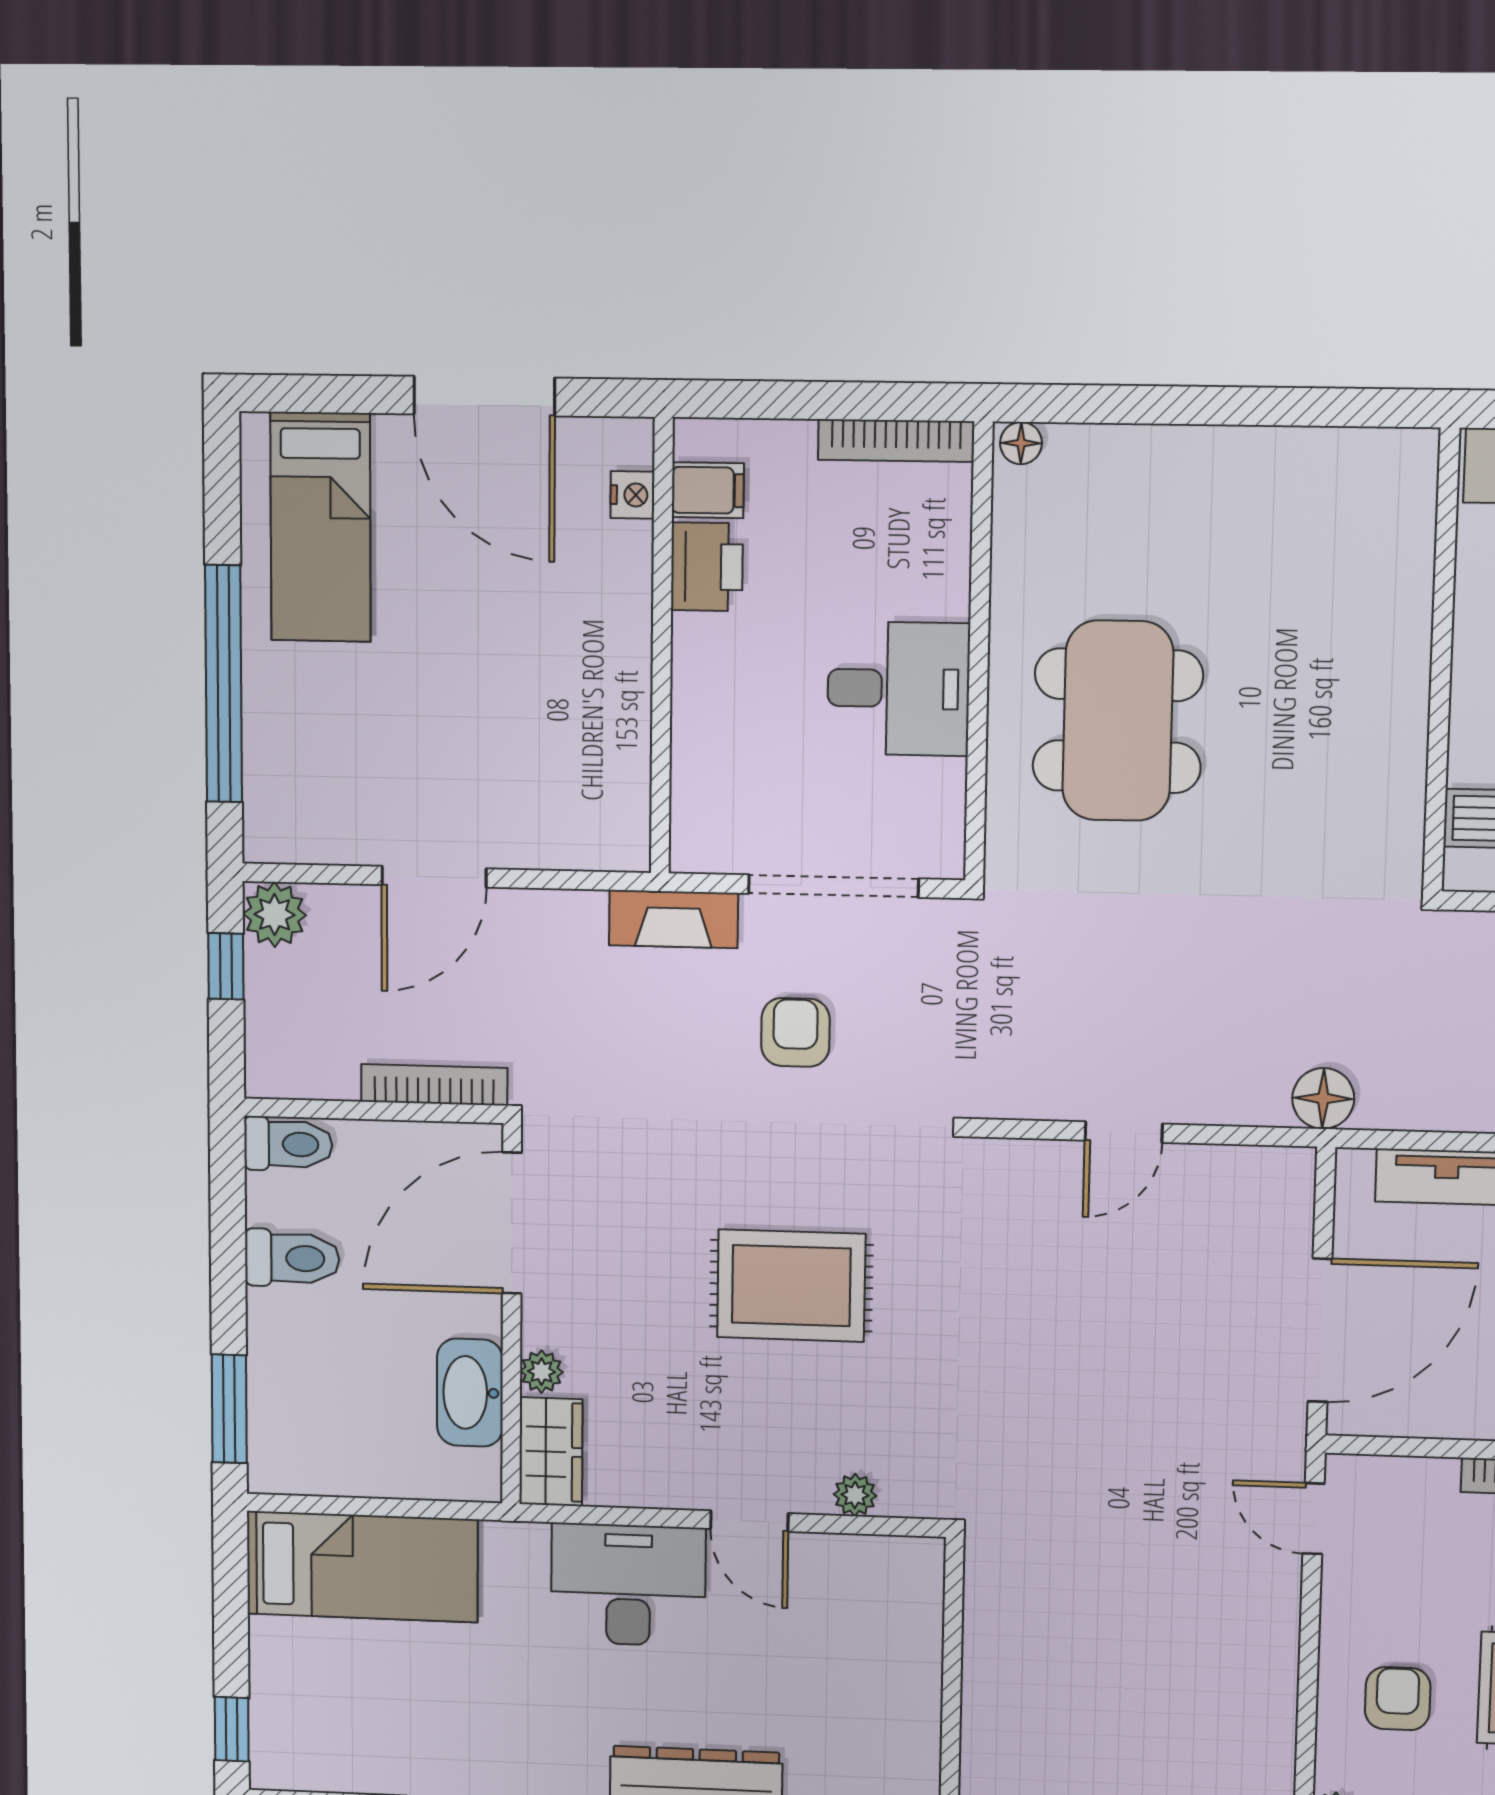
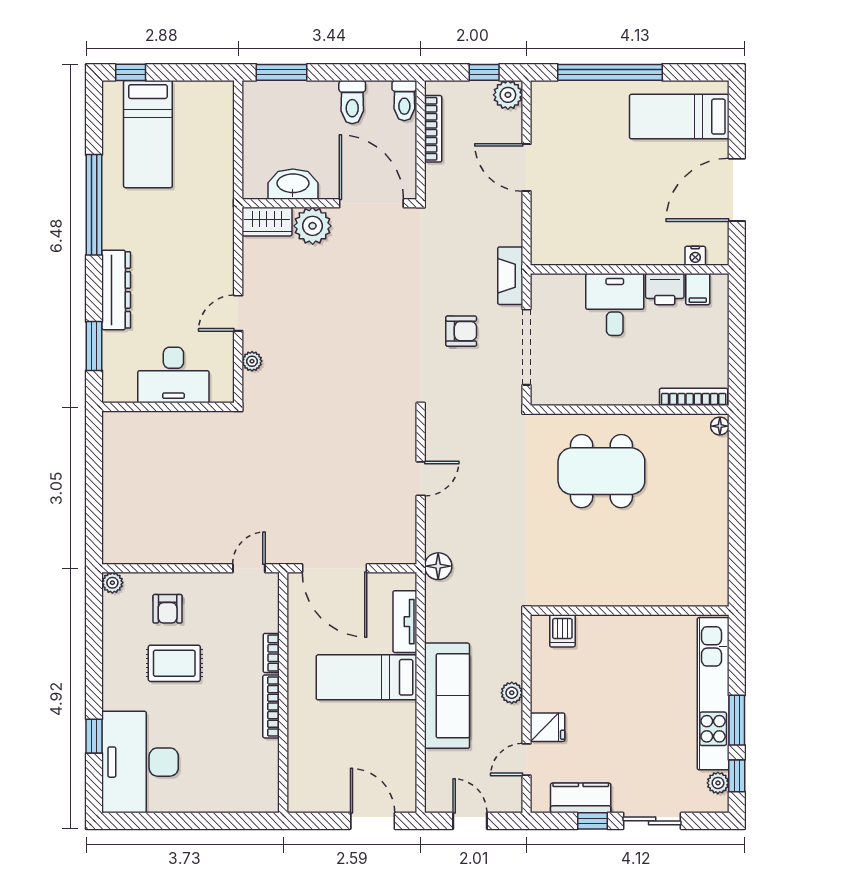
bookcase: (896, 441) -> (694, 397), moved, turned 90
desk: (898, 689) -> (615, 304), moved, turned 180
bookcase: (434, 1085) -> (433, 129), moved
door: (1124, 1132) -> (421, 479), swing flipped
rug: (791, 1286) -> (347, 331), removed
plant: (542, 1372) -> (313, 226), width x1.88, depth x1.88
bed: (362, 1567) -> (148, 134), moved
desk: (628, 1585) -> (173, 375), moved, turned 90
armchair: (1398, 1699) -> (168, 609), turned 90

